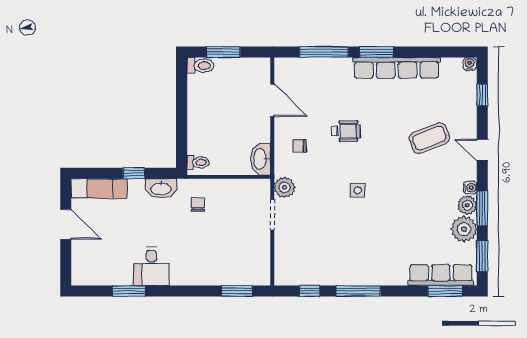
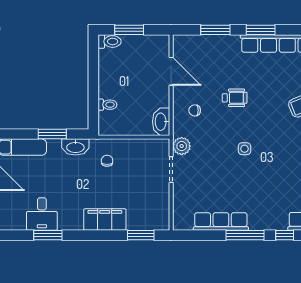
window: (324, 52) -> (215, 30), width x0.69
toilet: (198, 162) -> (107, 105), moved
window: (134, 173) -> (52, 134), width x1.50
desk: (151, 266) -> (42, 214), moved
filing cabinet: (195, 273) -> (105, 220), added
row of seats: (330, 275) -> (221, 222), added
window: (310, 291) -> (285, 235), moved

